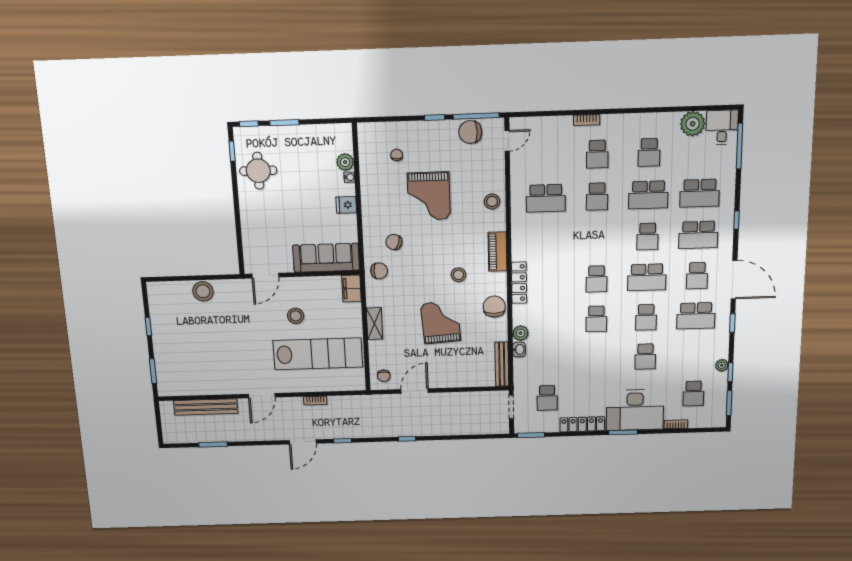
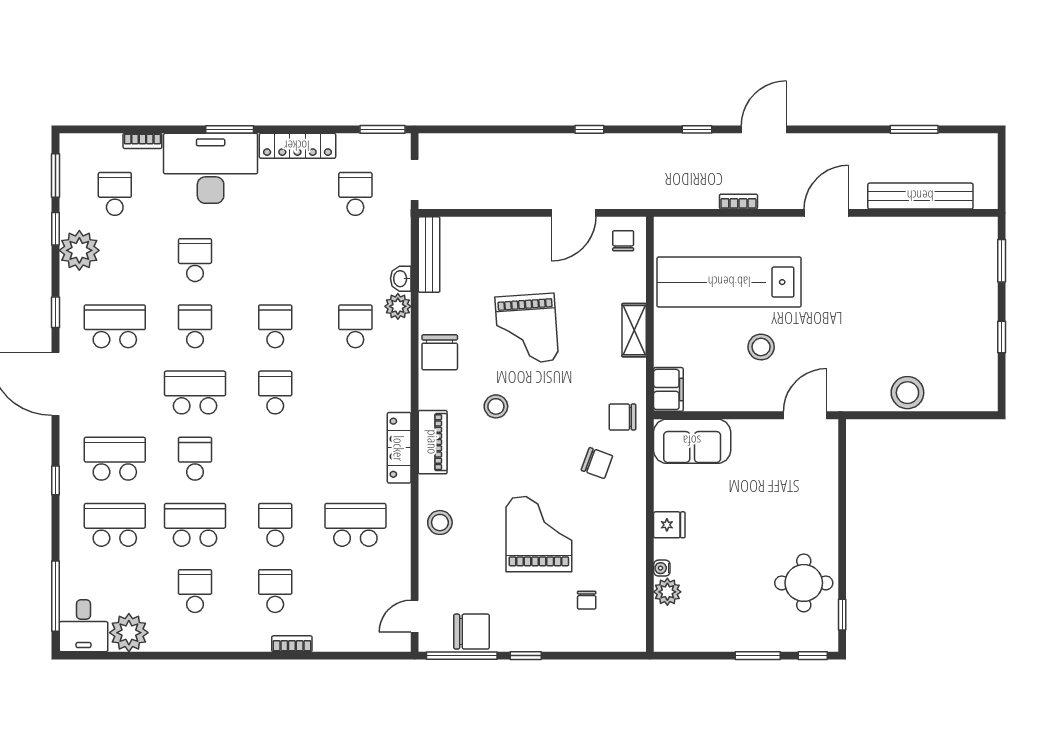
sofa: (326, 258) -> (692, 441), width x0.73
school desk: (697, 276) -> (355, 326), moved
locker: (519, 283) -> (399, 448), moved
plant: (722, 365) -> (79, 250), width x1.88, depth x1.88

